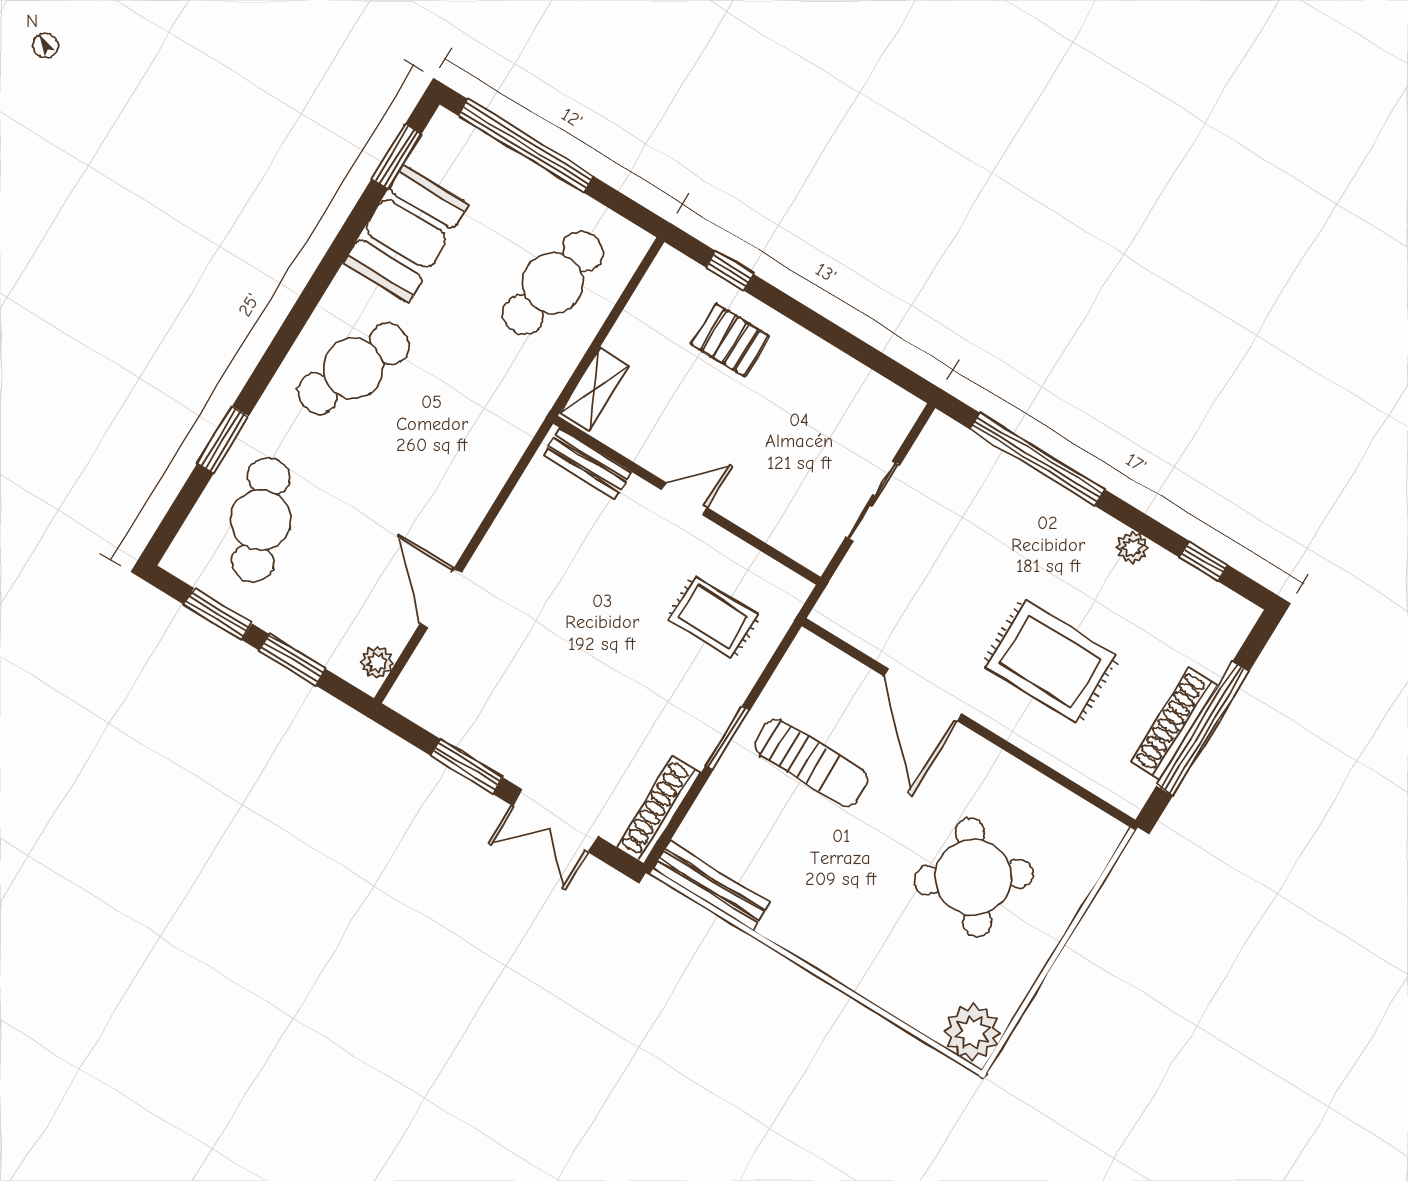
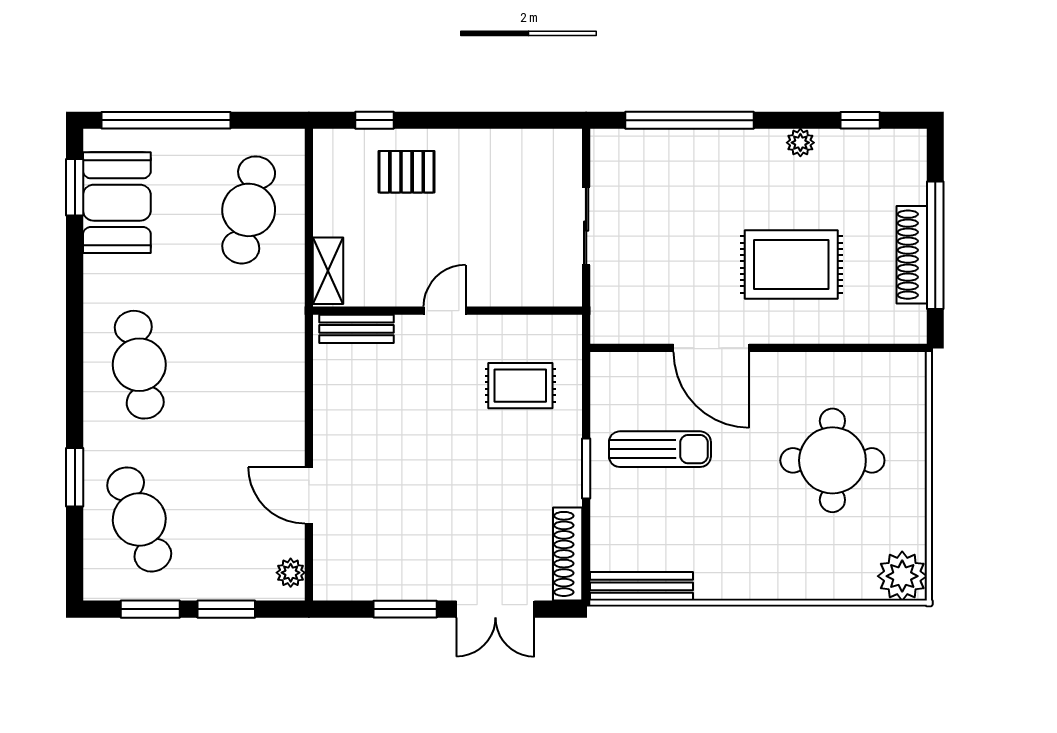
booth: (406, 234) -> (117, 203), moved
cafe table: (353, 369) -> (139, 365), turned -33
round table: (973, 877) -> (832, 460), turned 36

